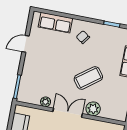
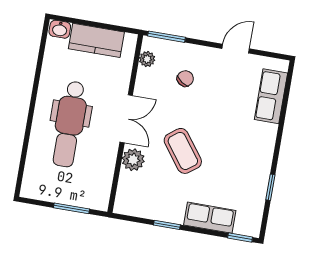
chair: (83, 37) -> (185, 79), moved
door: (25, 44) -> (236, 49), hinge flipped
plant: (46, 102) -> (147, 59), moved

